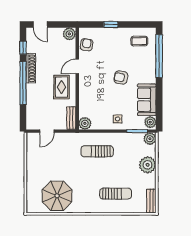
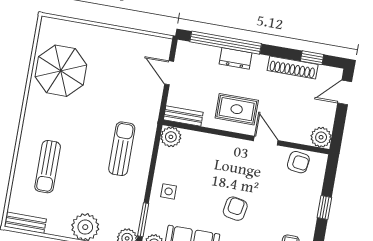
shoe rack: (31, 68) -> (293, 67), moved
window: (23, 83) -> (226, 43), moved
dresser: (31, 93) -> (236, 58), added

